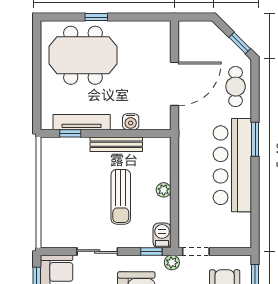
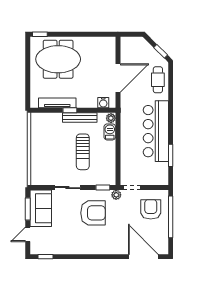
window: (96, 17) -> (40, 34), moved
water cooler: (131, 122) -> (103, 103), moved
window: (70, 133) -> (70, 110), moved
window: (255, 139) -> (171, 155), moved
plant: (164, 190) -> (111, 118), moved
barbecue: (162, 235) -> (110, 132), moved

